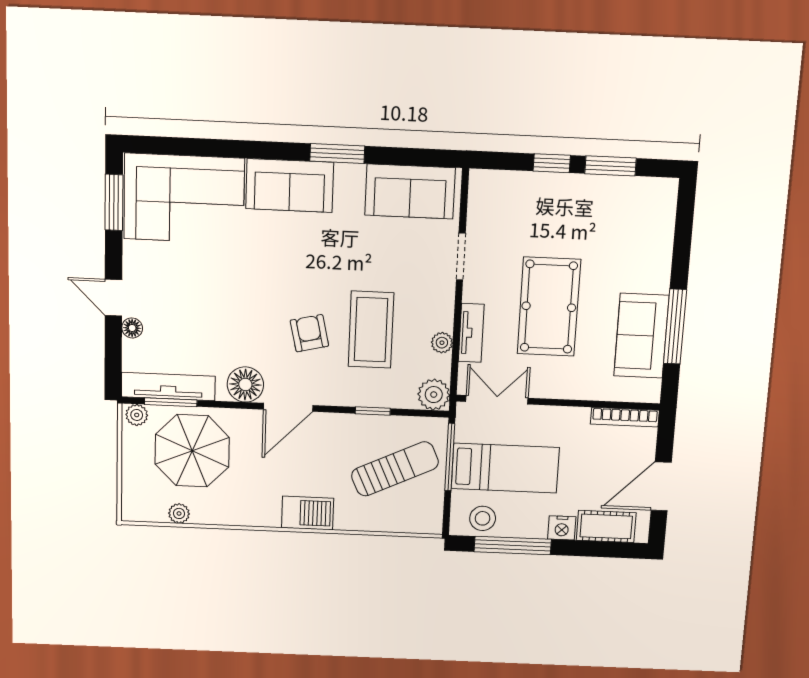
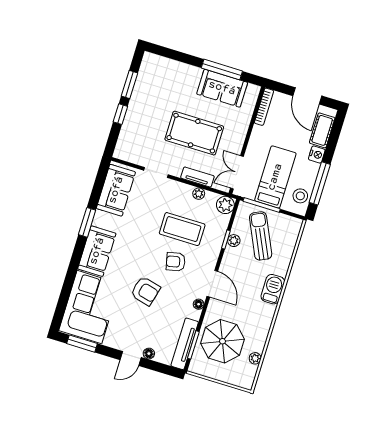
armchair: (242, 293) -> (145, 291), added
floor lamp: (245, 384) -> (199, 304), width x0.53, depth x0.53
plant: (137, 415) -> (234, 241), moved

